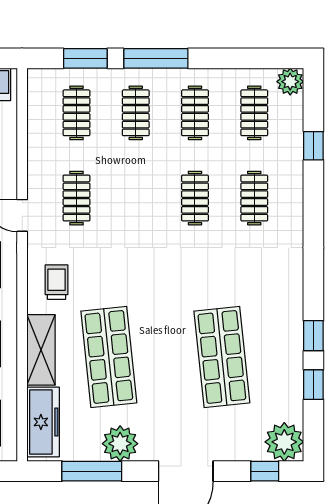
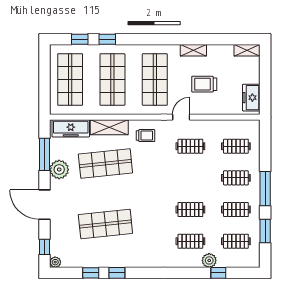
window: (85, 58) -> (265, 231), moved
plant: (290, 82) -> (209, 260), moved
plant: (284, 442) -> (55, 262), width x0.53, depth x0.53

